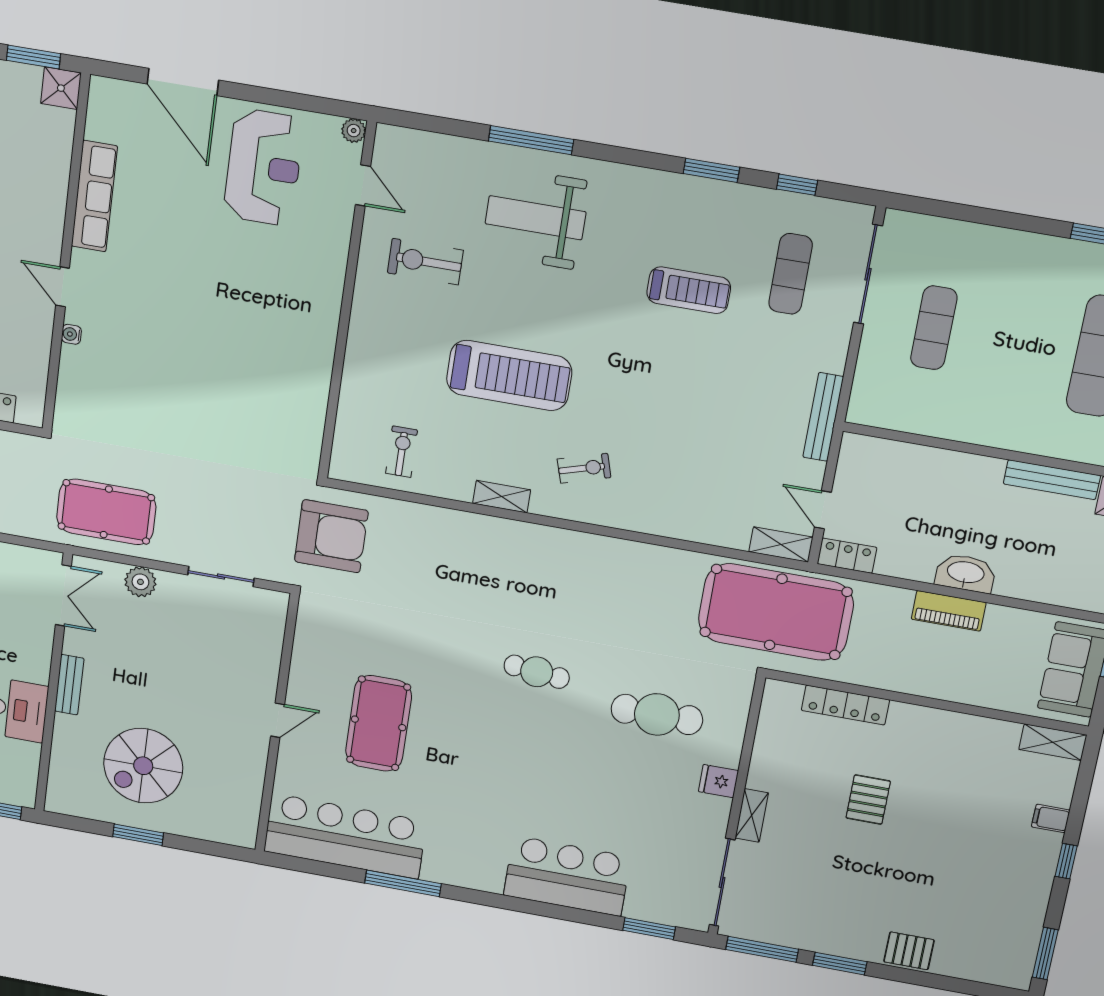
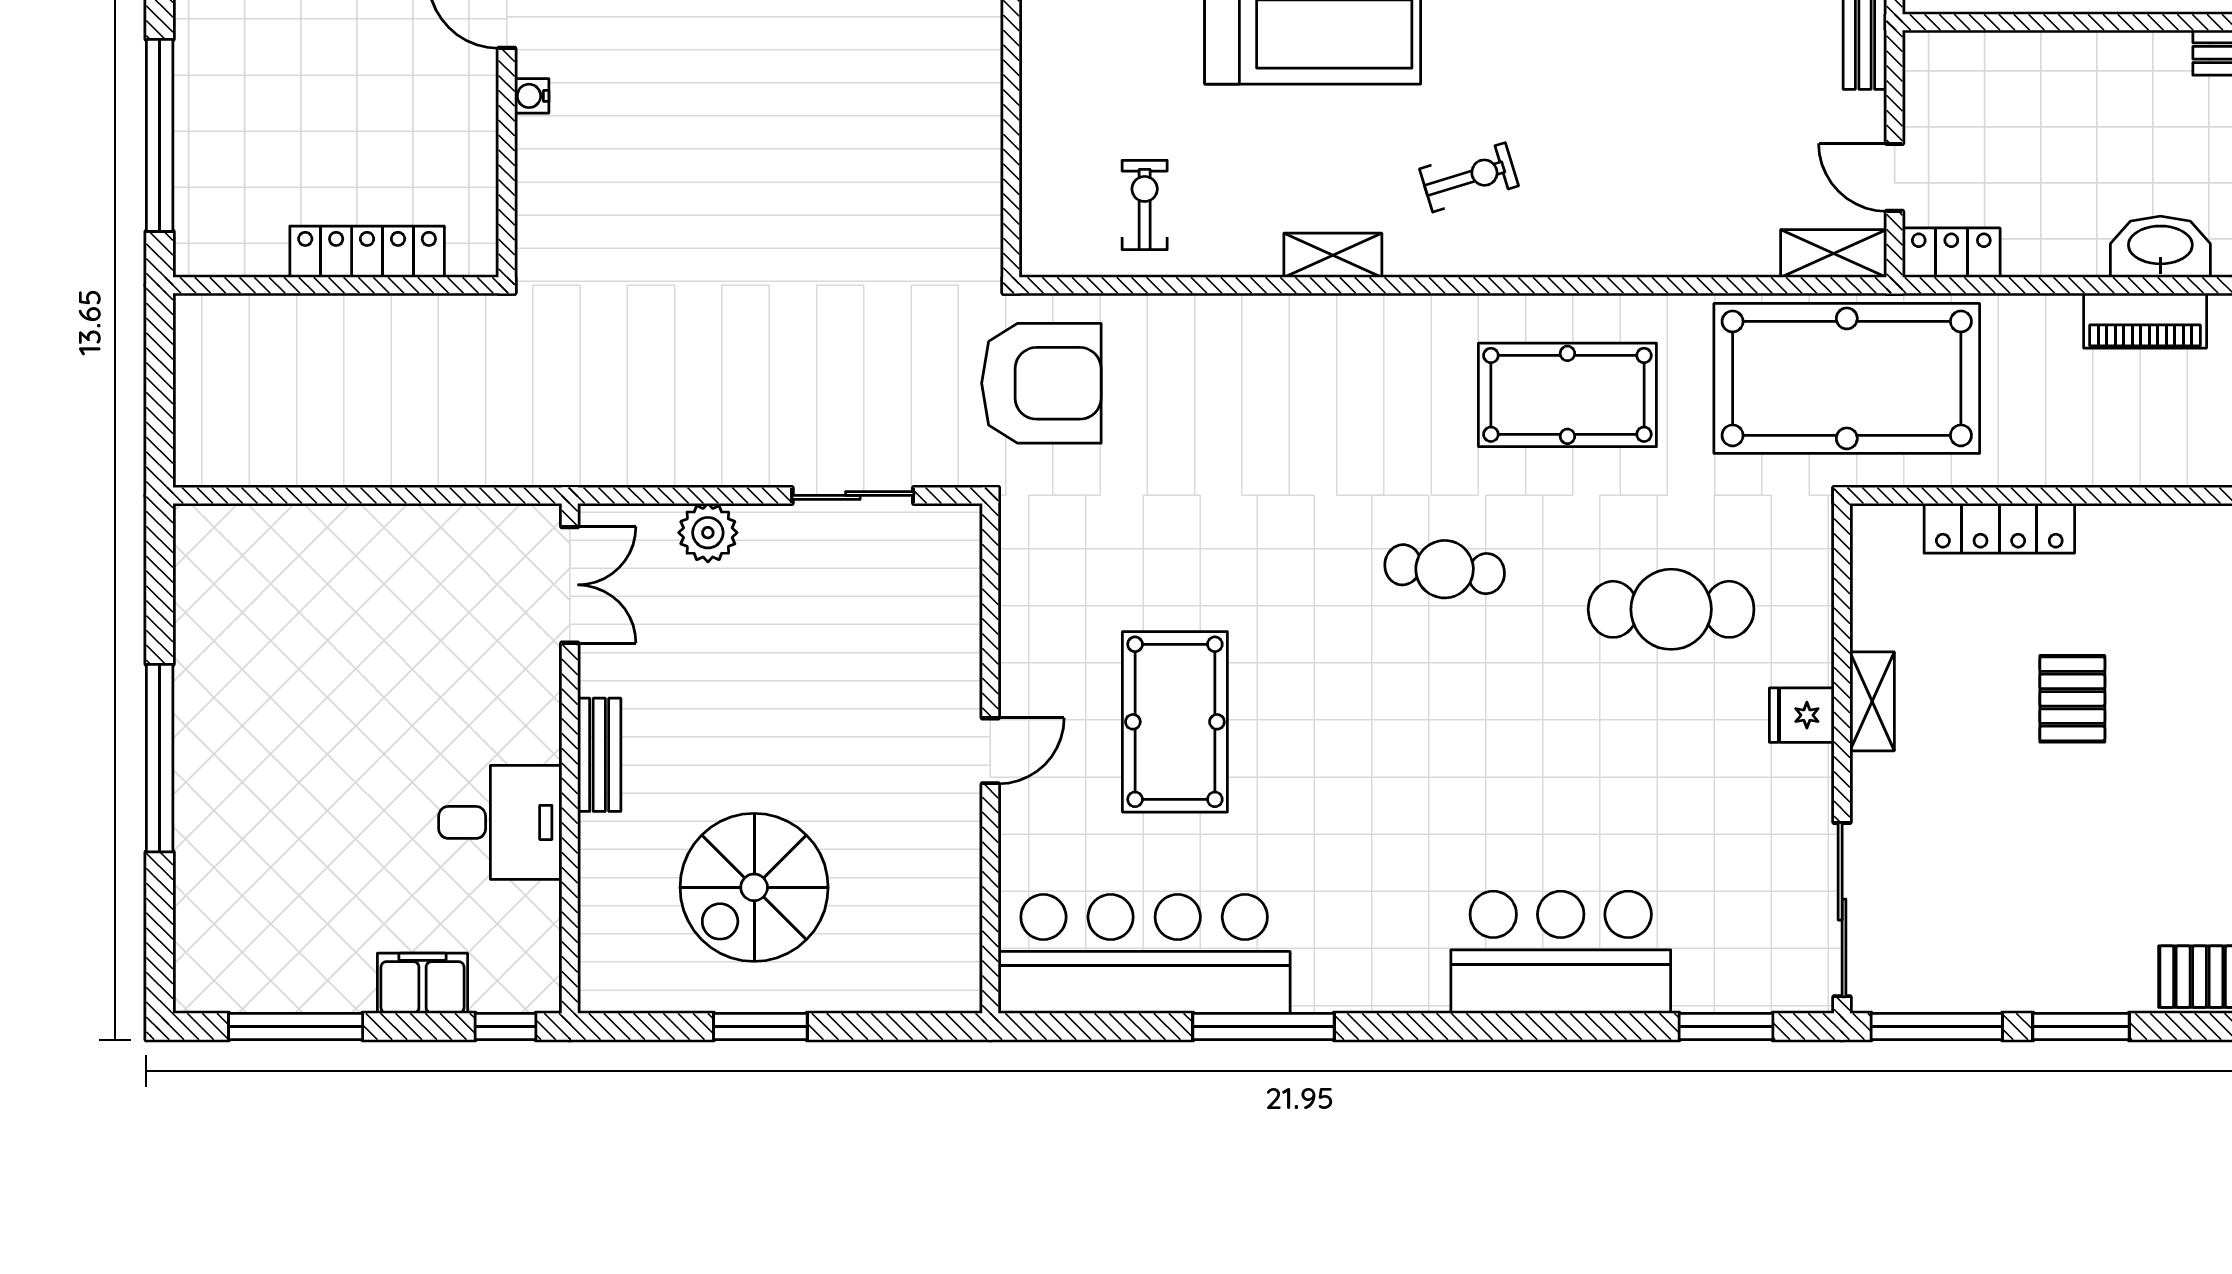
pool table: (106, 512) -> (1567, 395), moved
shelving: (752, 815) -> (1872, 701), moved

